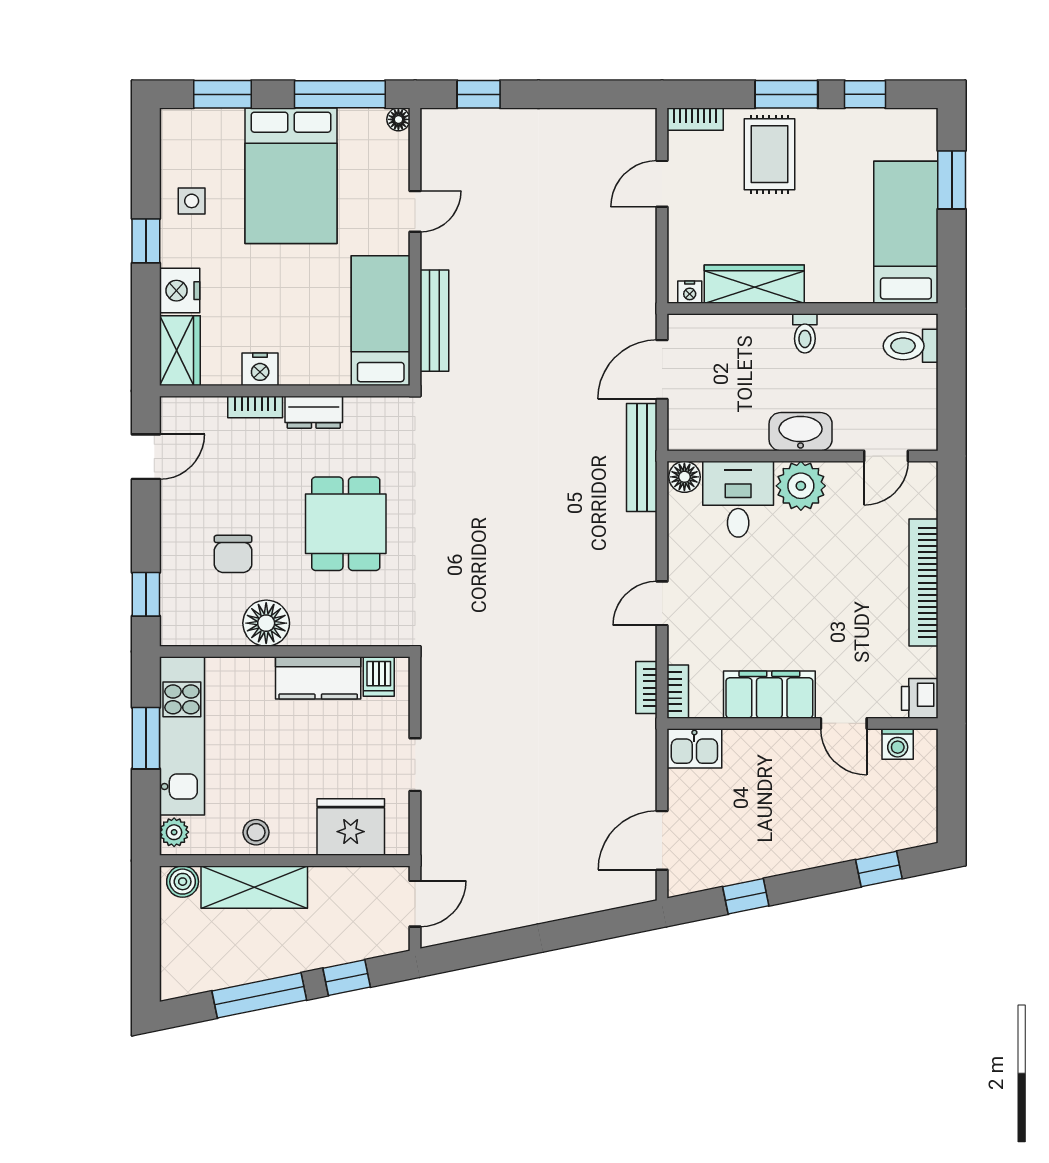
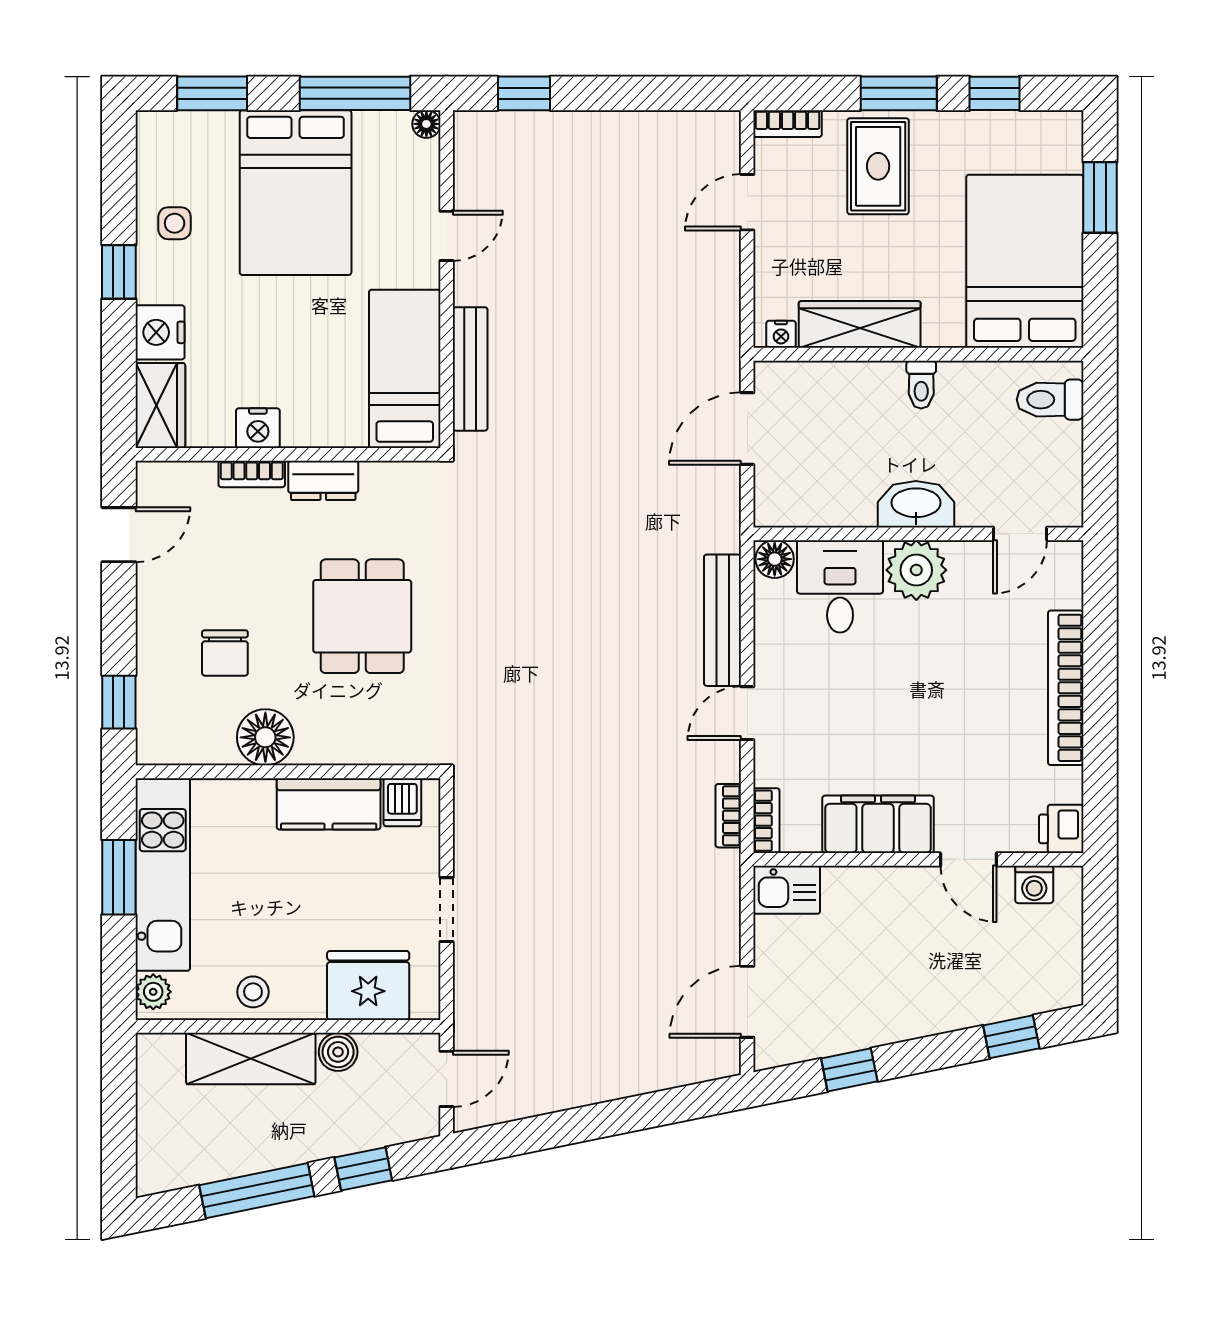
bed: (906, 232) -> (1025, 261), width x1.50
bench: (642, 458) -> (723, 620), moved
boiler: (183, 882) -> (338, 1052), moved

